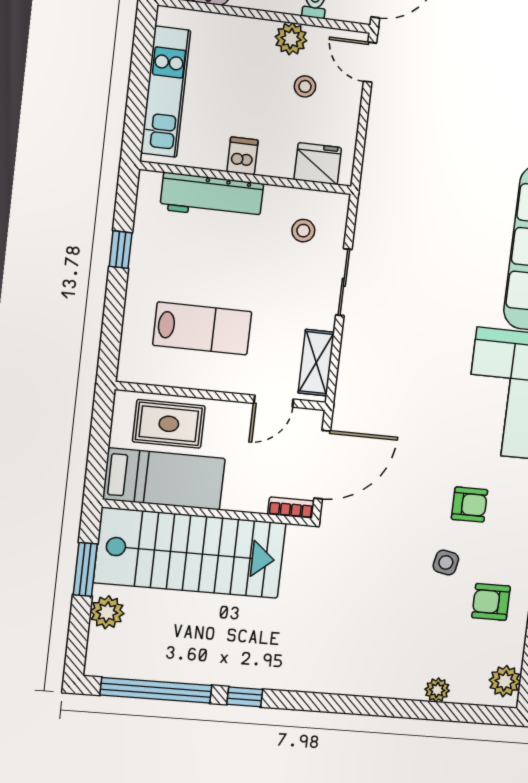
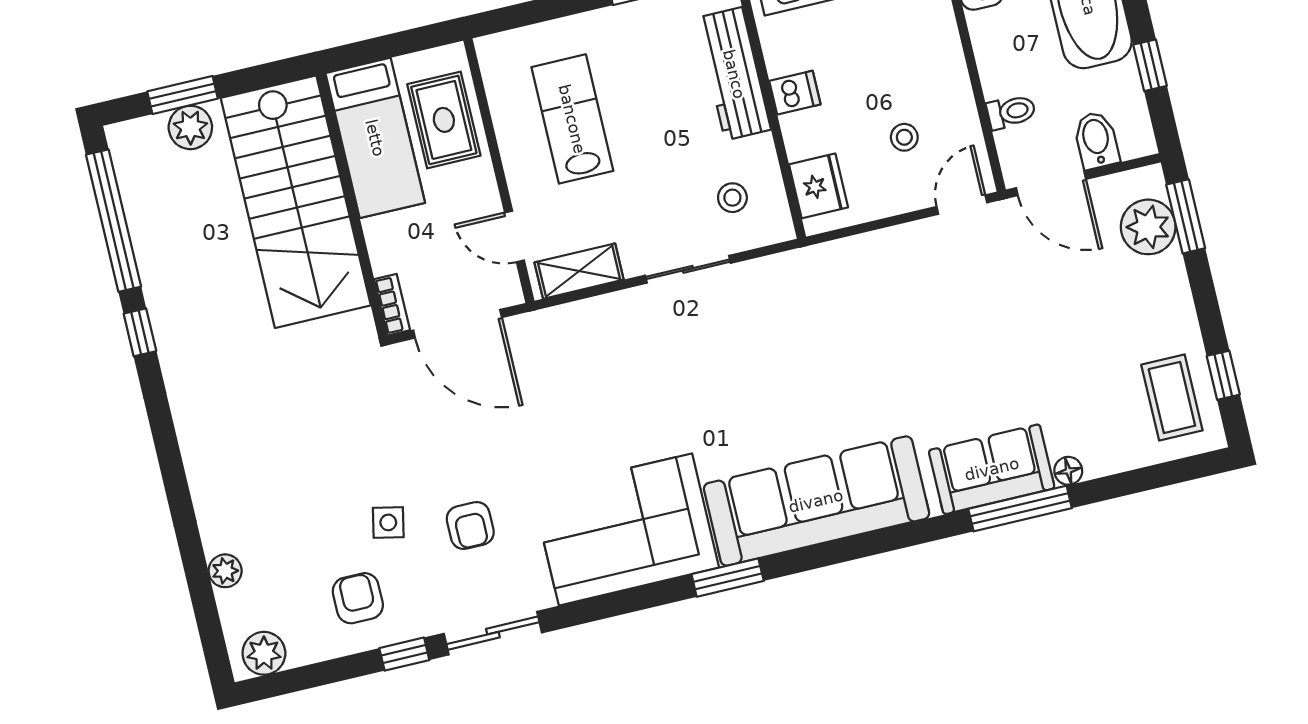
plant: (291, 39) -> (954, 100), removed
lab bench: (202, 328) -> (572, 119), turned 180
window: (85, 569) -> (183, 95), moved

